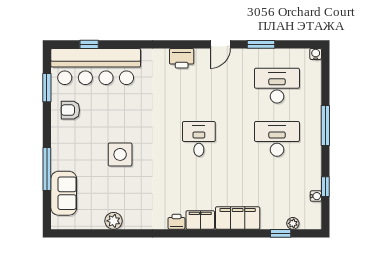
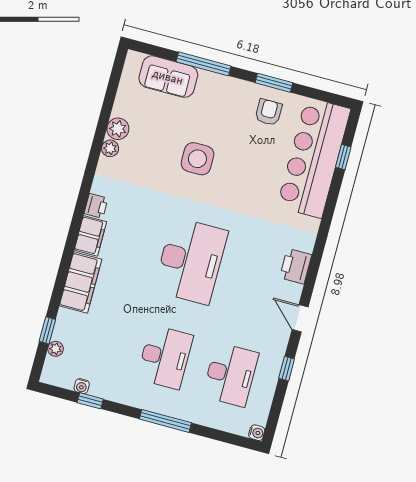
window: (261, 44) -> (287, 369), width x0.67
window: (47, 88) -> (274, 83), moved
desk: (199, 139) -> (191, 261), width x1.87, depth x1.30
plant: (130, 223) -> (110, 148), added

